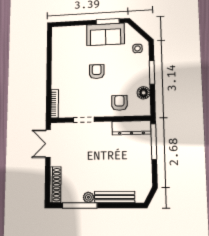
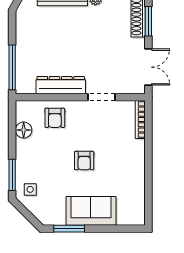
sofa: (105, 34) -> (91, 211), moved
window: (152, 72) -> (12, 175), moved
dresser: (131, 128) -> (61, 85), moved
window: (48, 179) -> (148, 21), added

